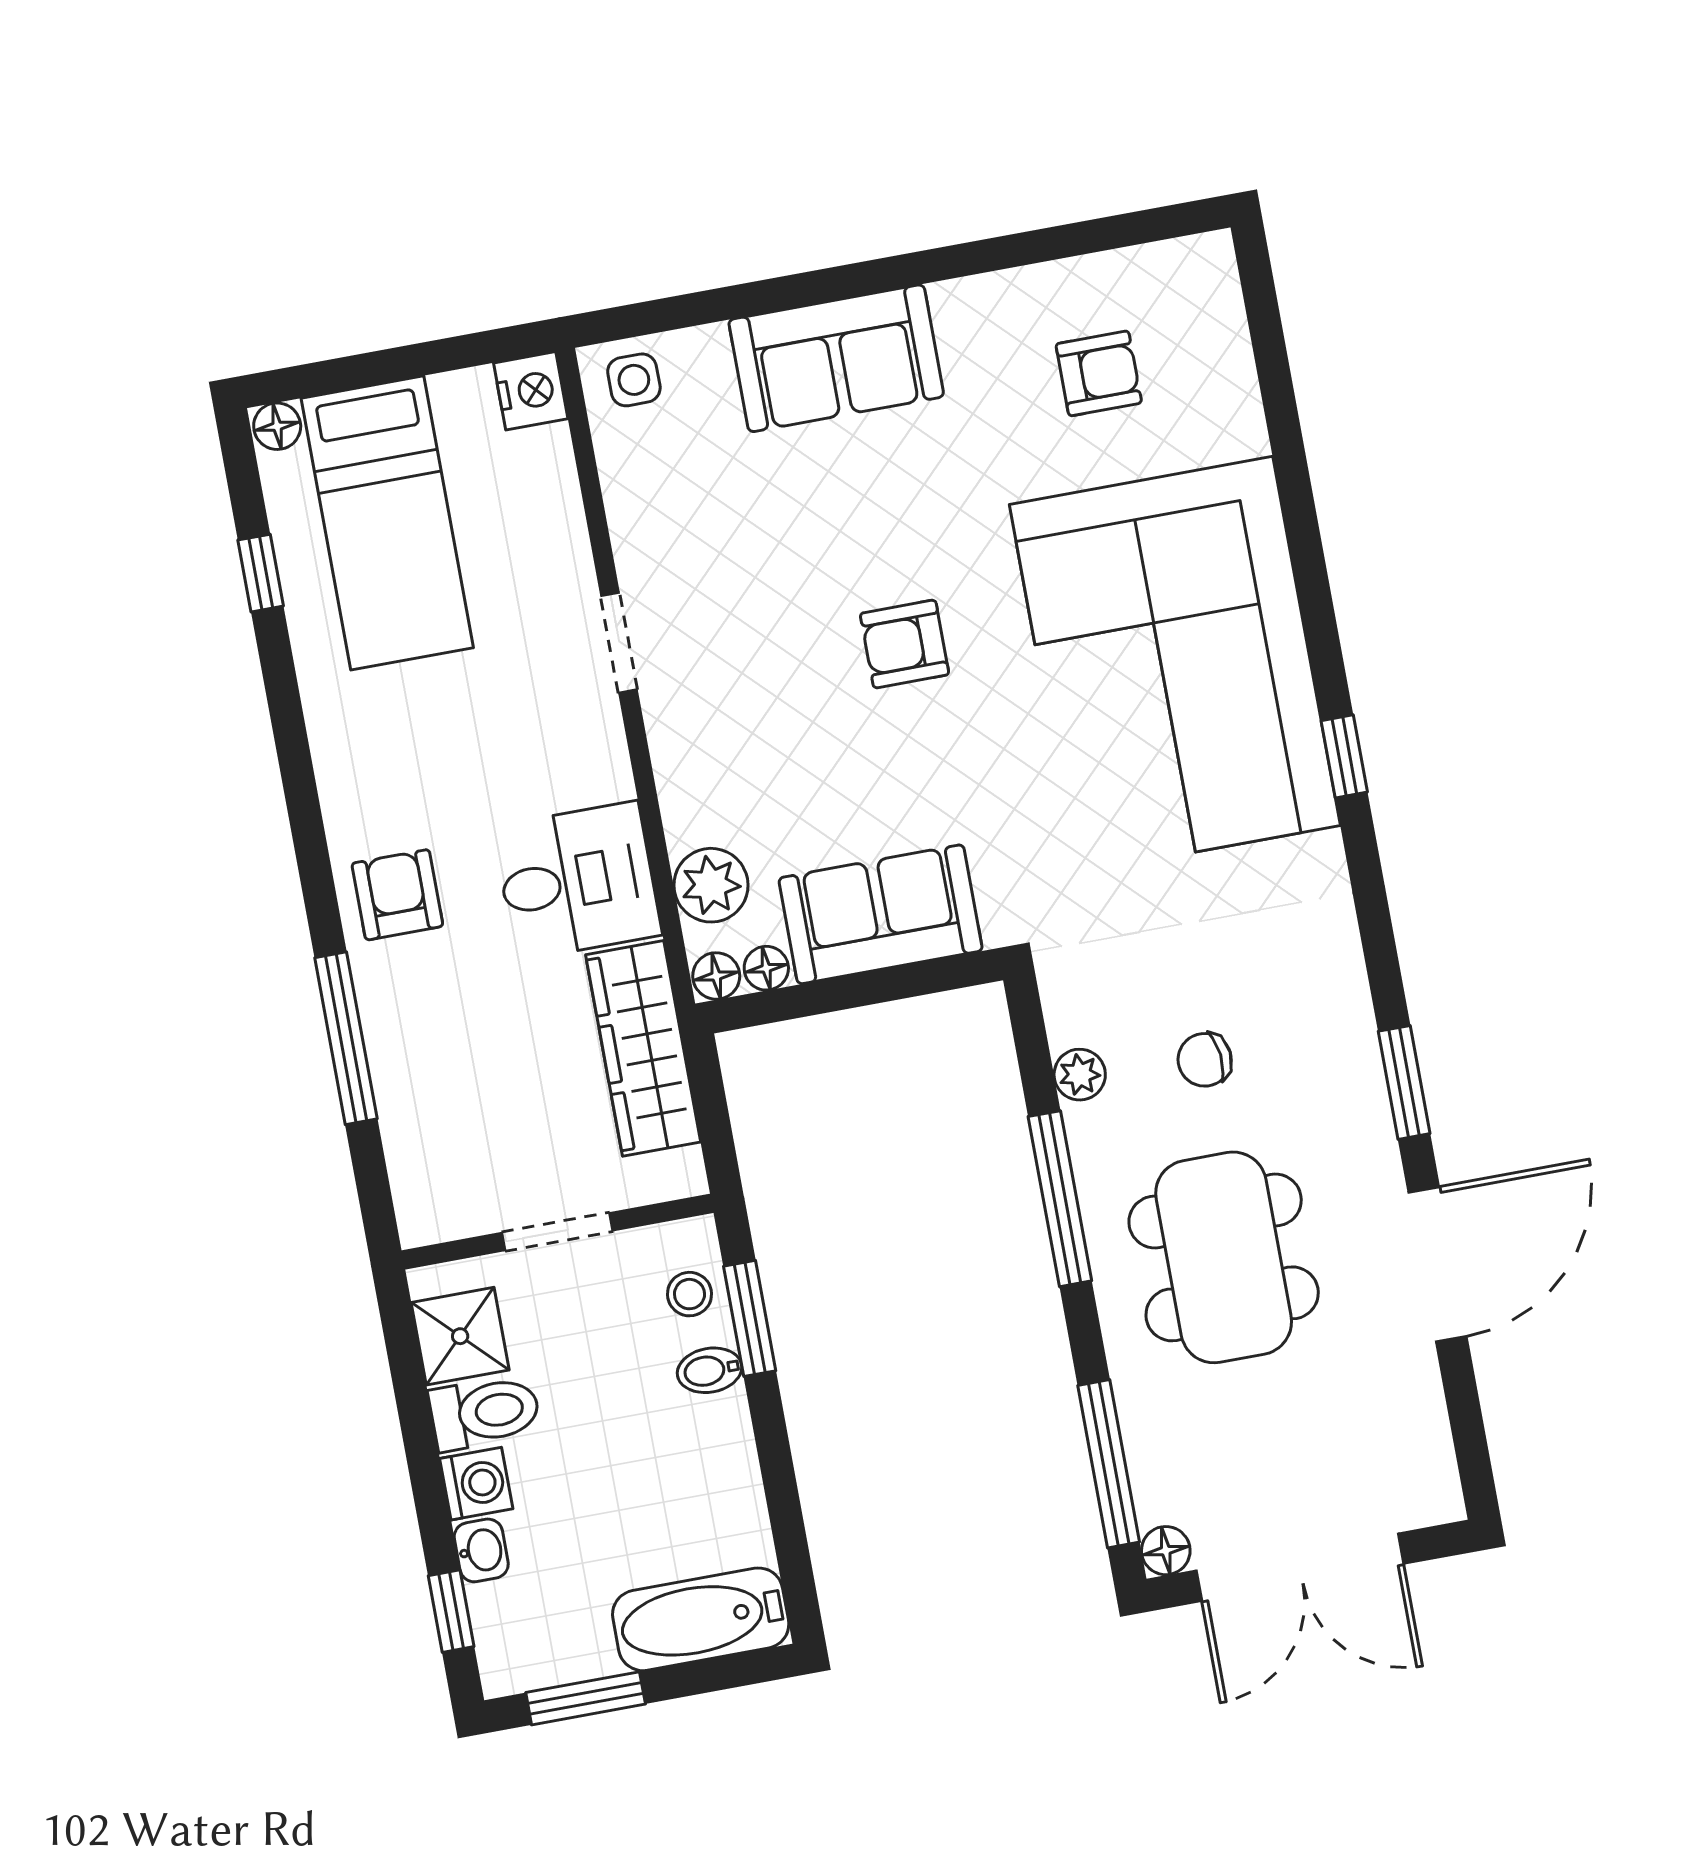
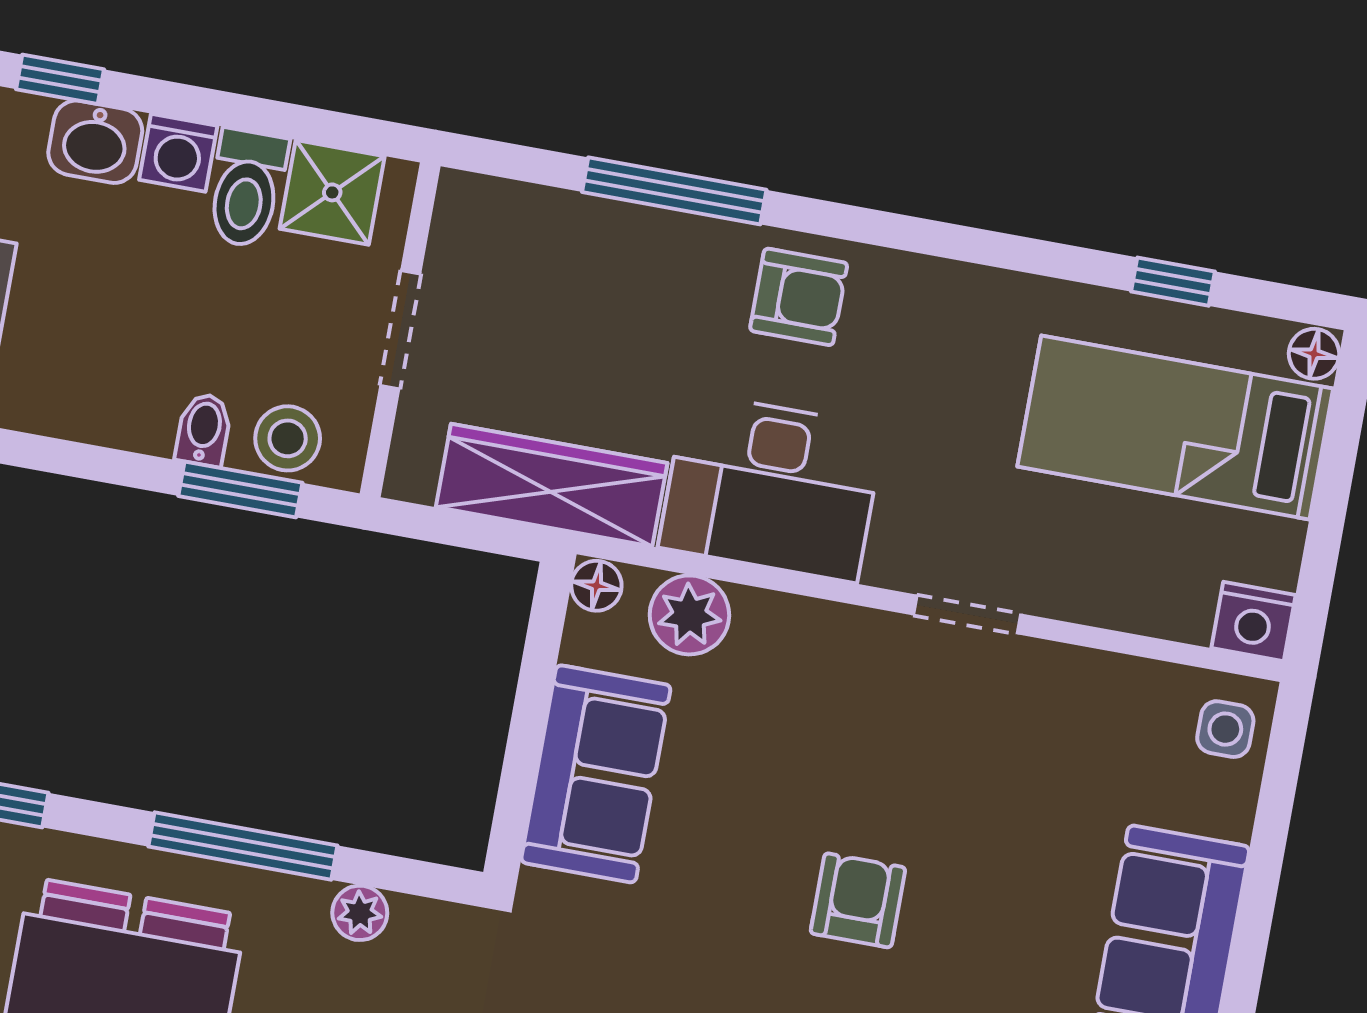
desk: (577, 881) -> (771, 487), width x1.37
floor lamp: (766, 968) -> (585, 639), removed
stool: (689, 1294) -> (288, 438), width x1.37, depth x1.37
washbasin: (481, 1550) -> (95, 142), width x1.38, depth x1.45

